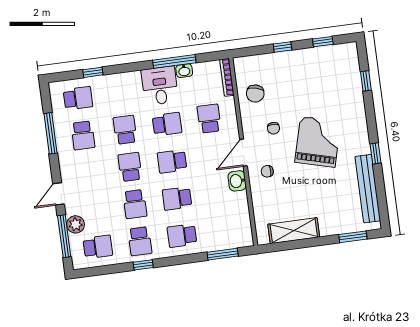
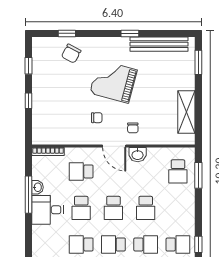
chair: (255, 94) -> (71, 54), moved, turned 103
school desk: (167, 124) -> (81, 208), turned 180
school desk: (182, 236) -> (178, 171), moved

